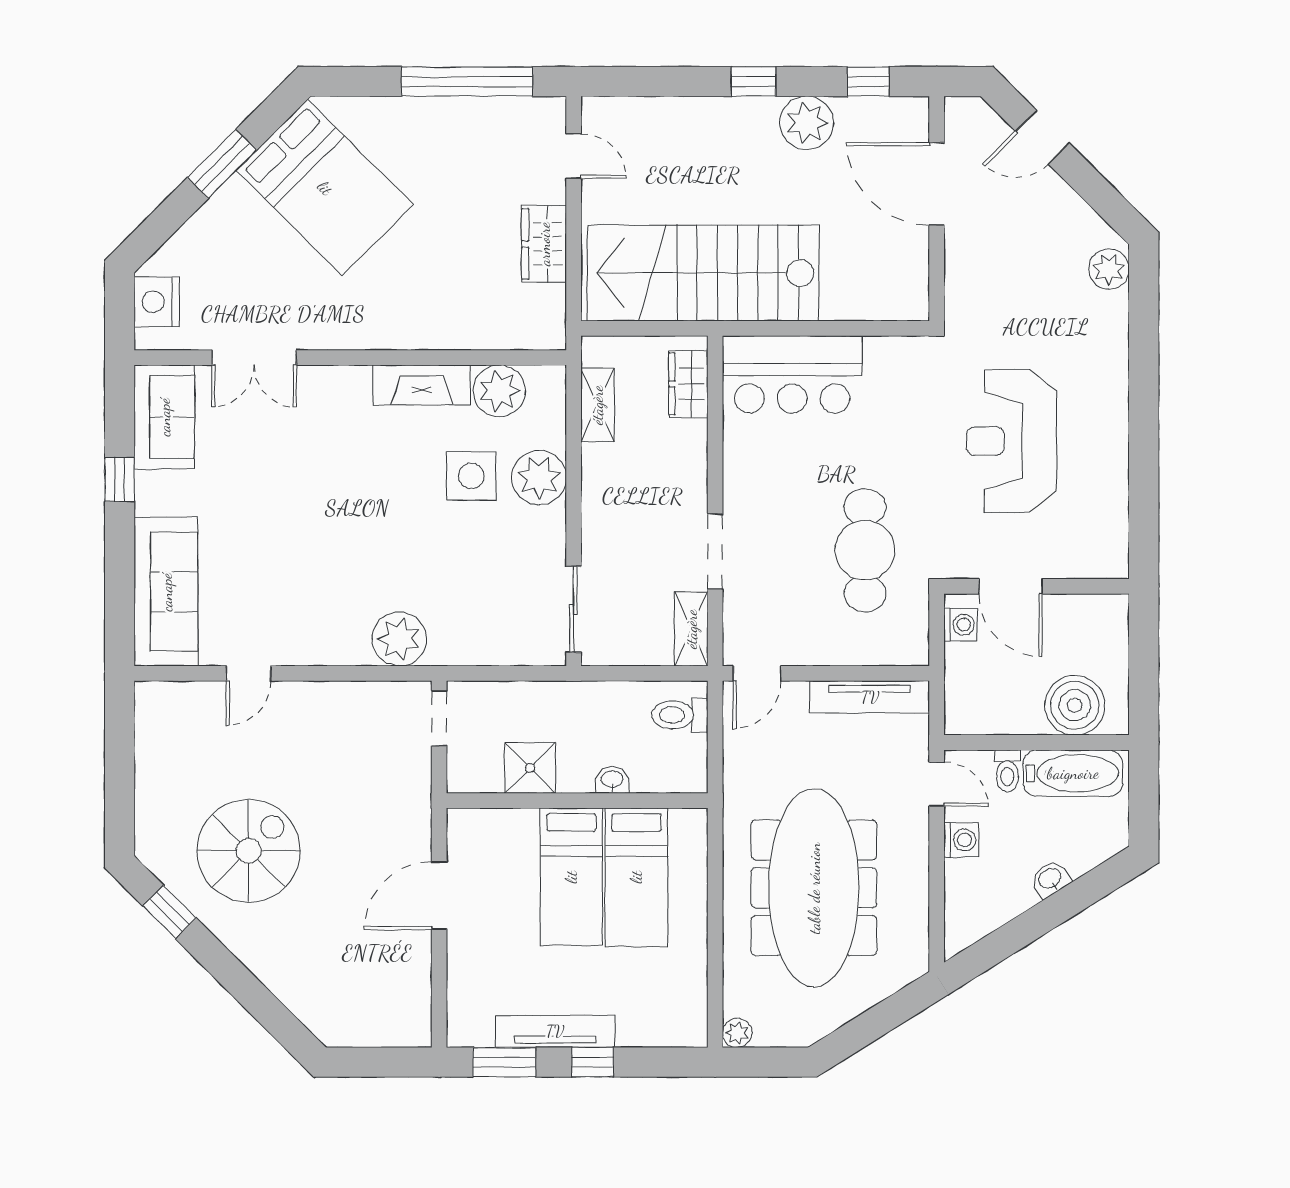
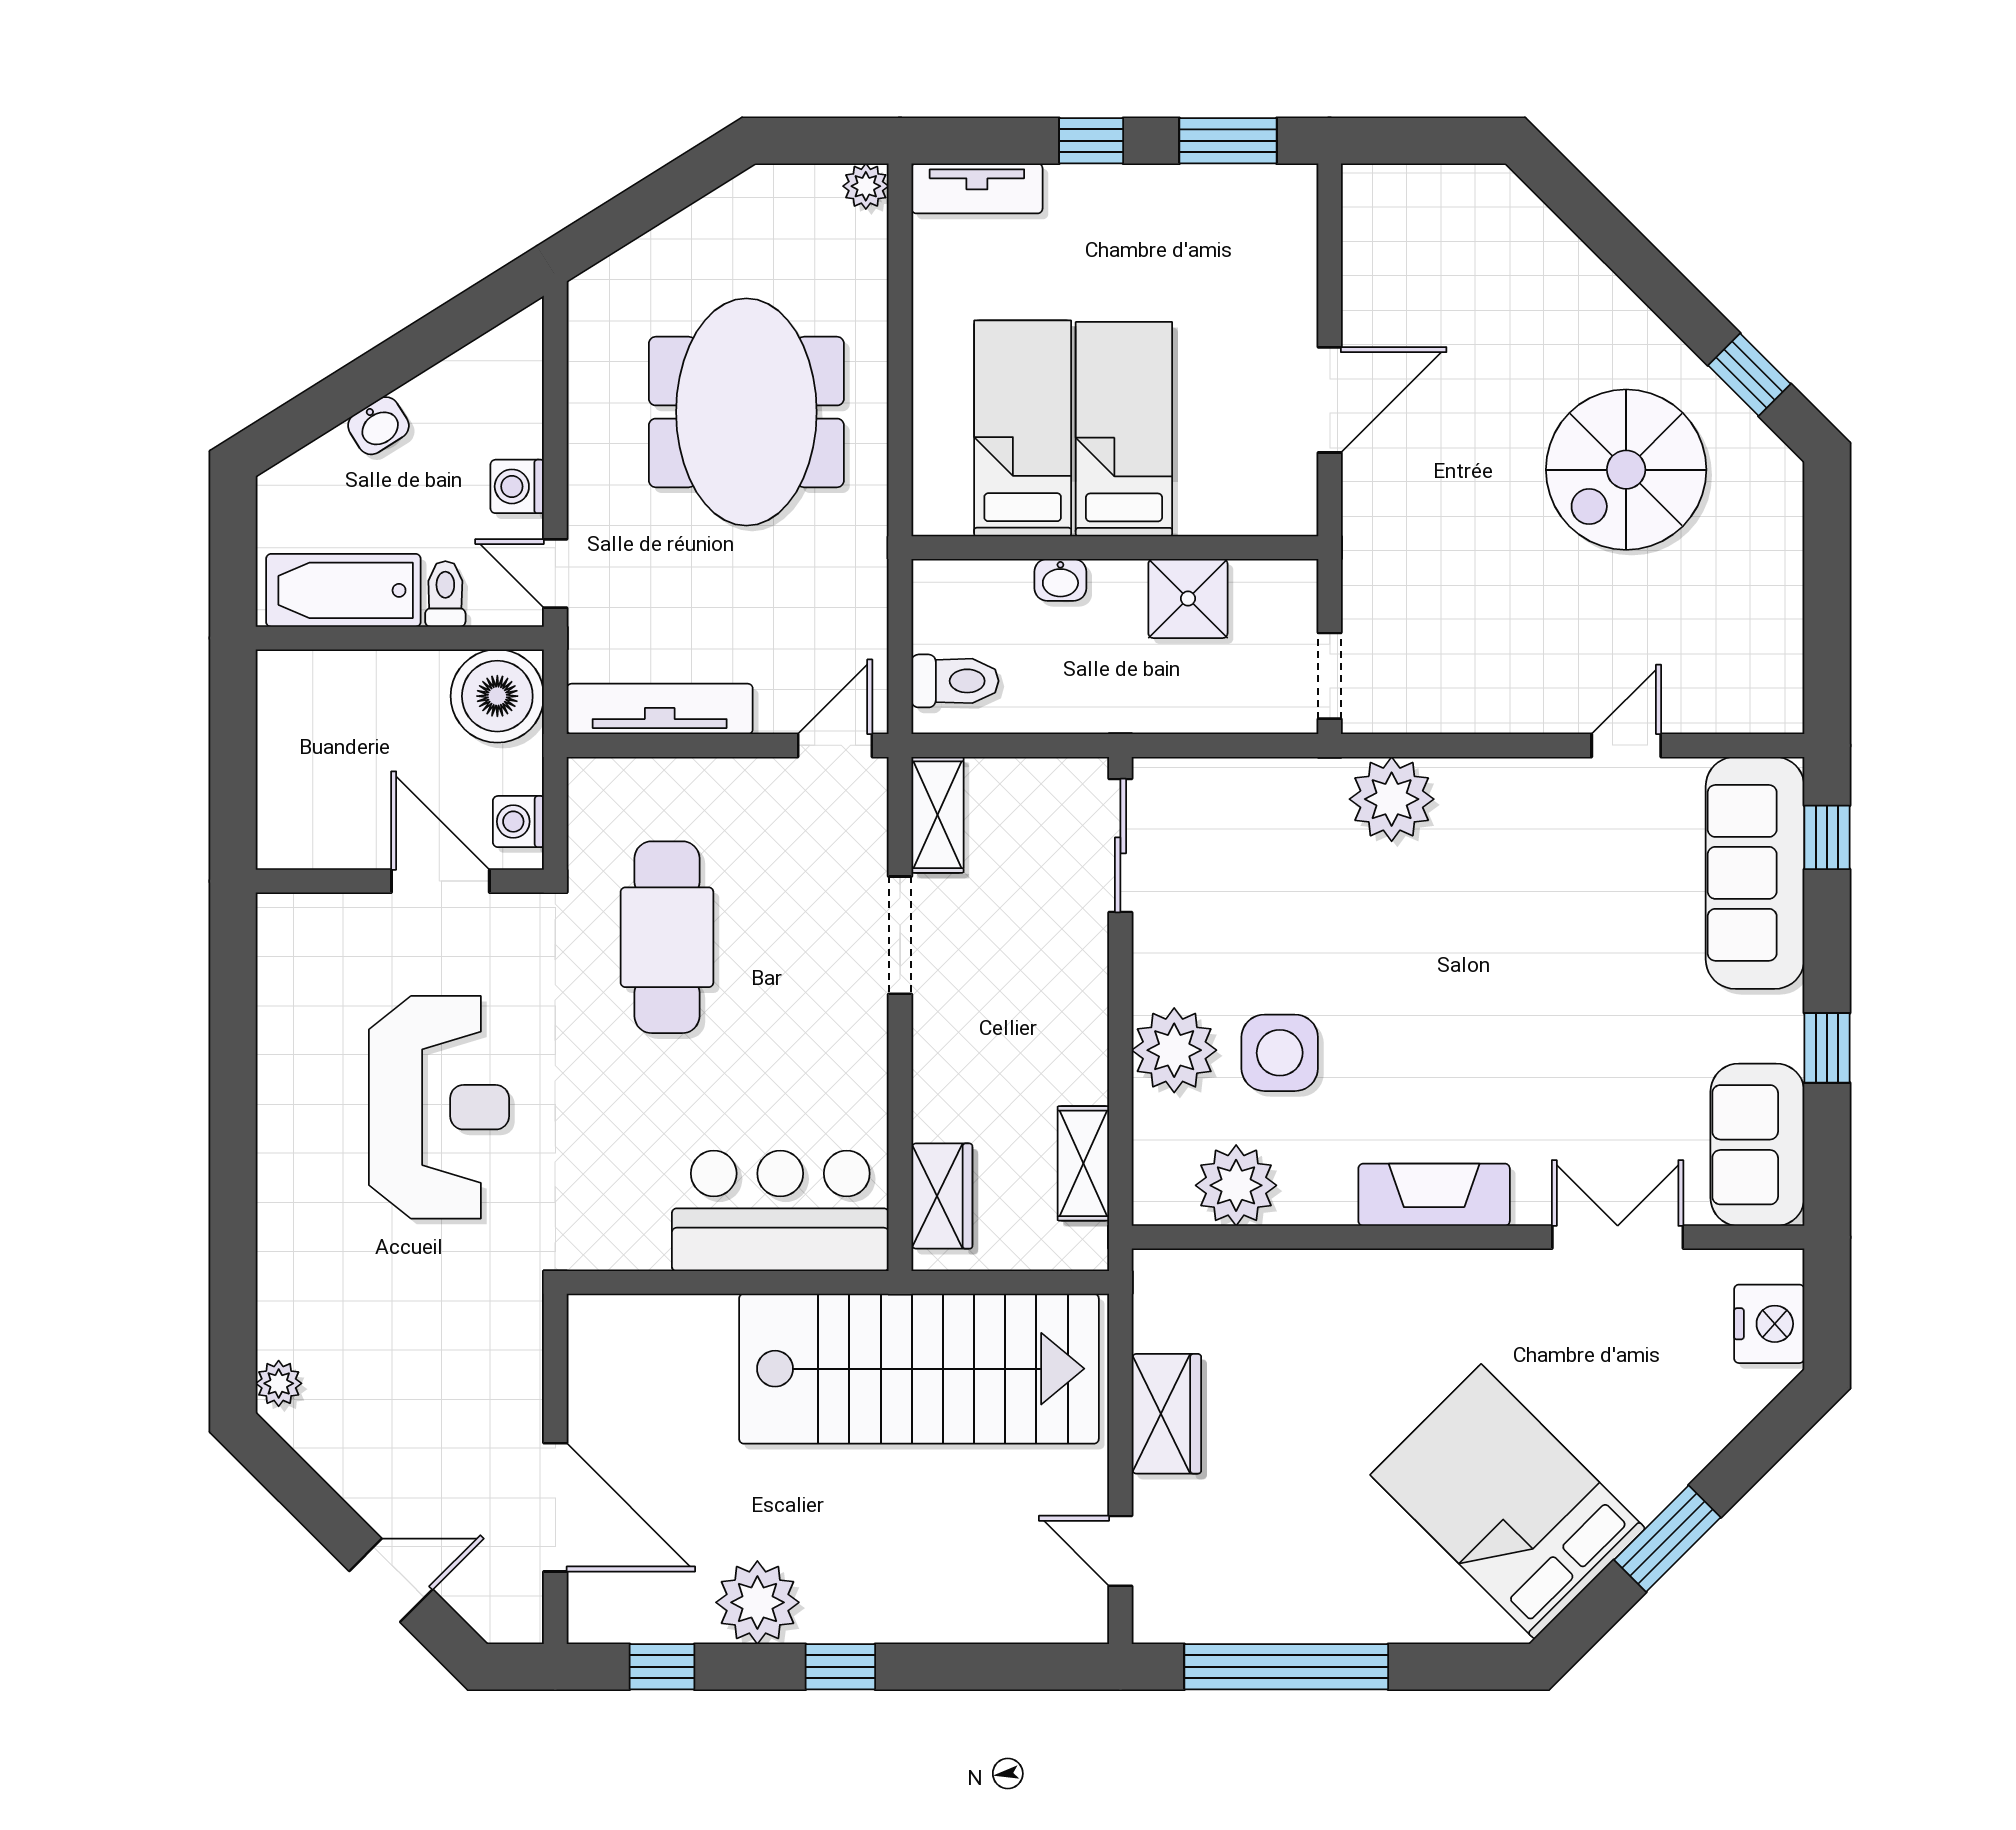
plant: (1109, 269) -> (279, 1383), width x0.73, depth x0.73
fireplace: (422, 385) -> (1434, 1195), moved
window: (120, 614) -> (1827, 837), added
boiler: (1075, 705) -> (497, 696), moved
meeting table: (814, 888) -> (746, 412), width x0.73
tv unit: (555, 1031) -> (977, 188), moved, width x0.71

